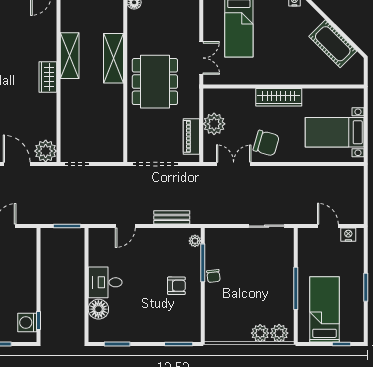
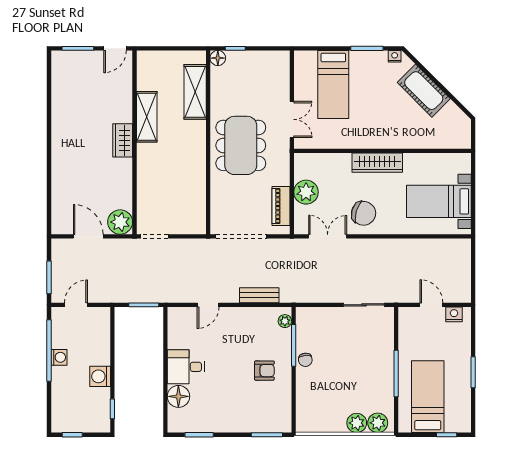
cot: (333, 44) -> (424, 91), moved
shelving: (113, 58) -> (195, 92), moved
washing machine: (27, 322) -> (100, 376), moved

